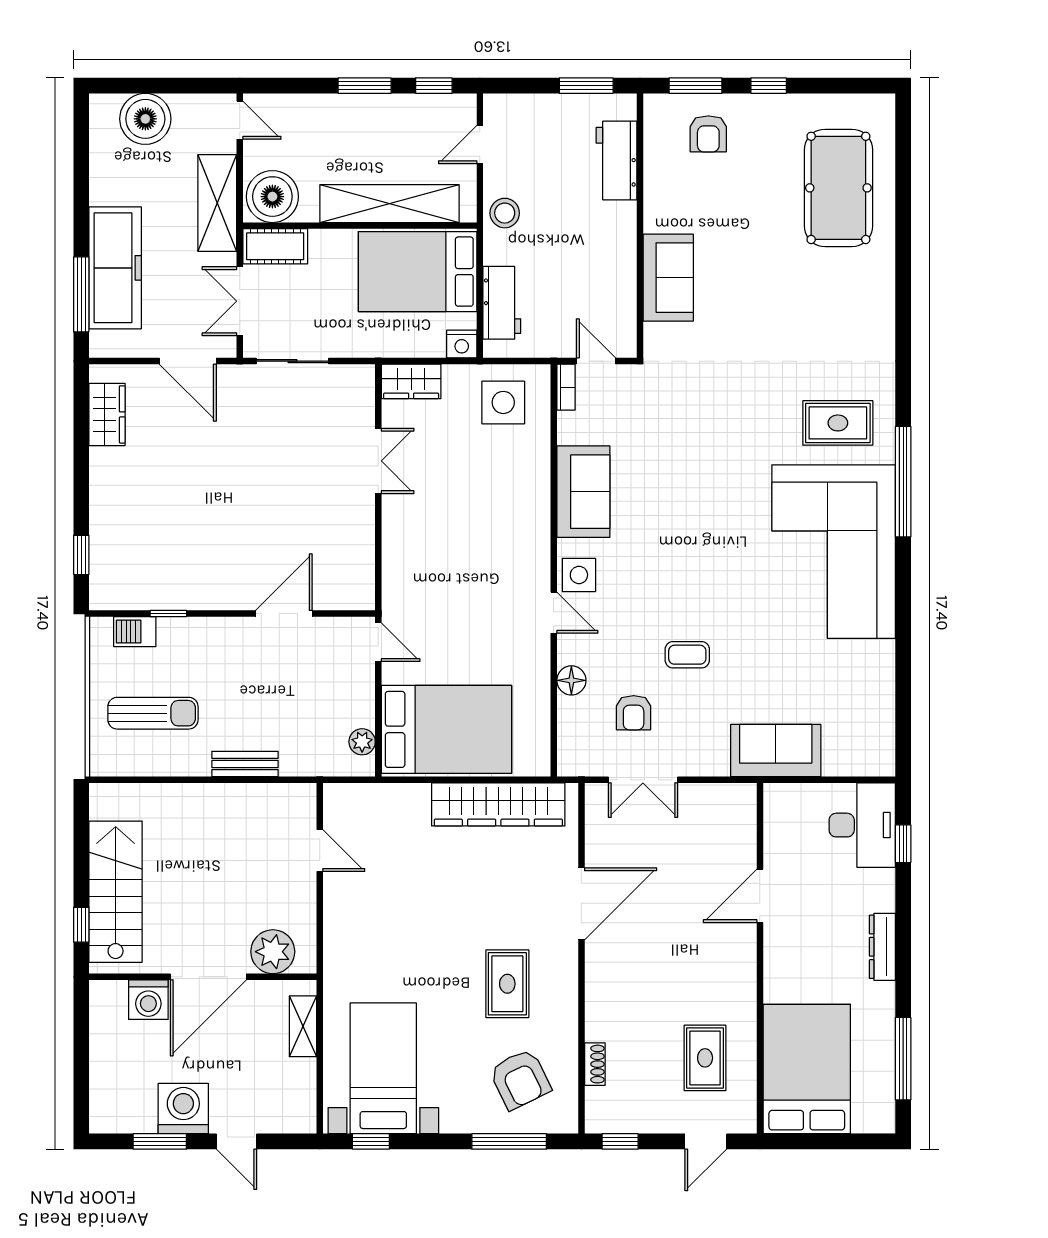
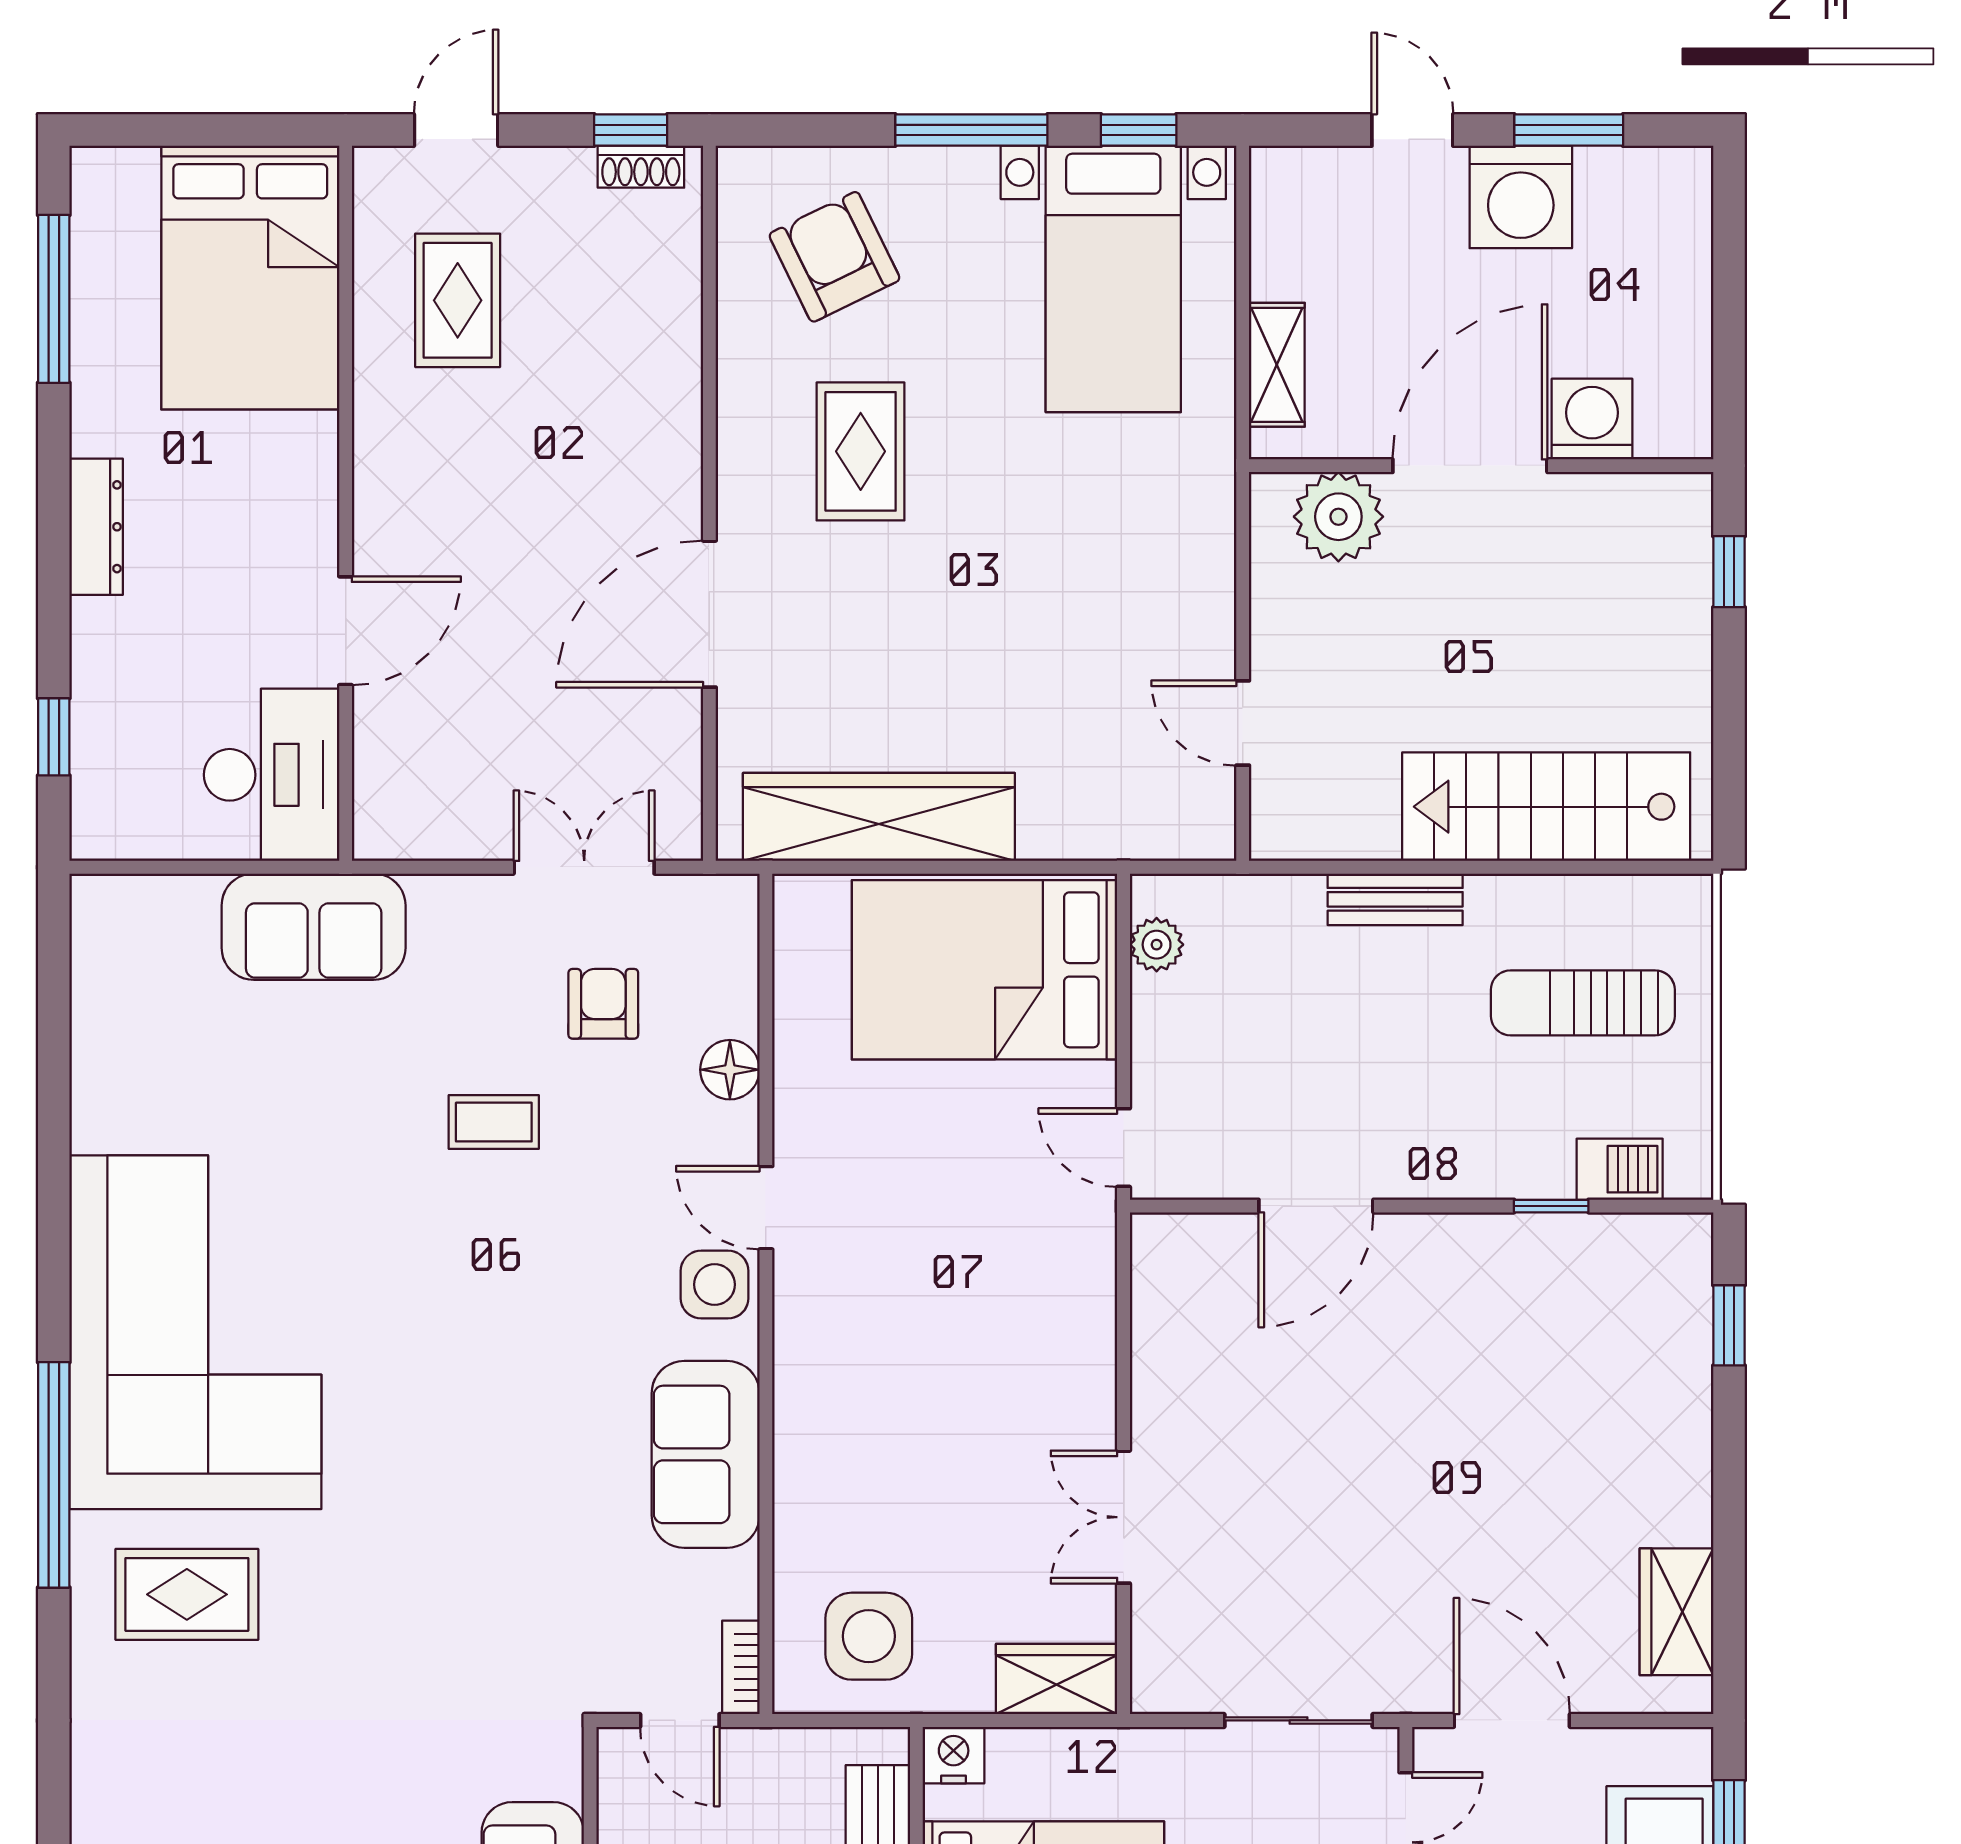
desk: (862, 825) -> (272, 775), moved, turned 180
stairs: (116, 892) -> (1546, 807), moved, turned 90
shoe rack: (595, 1064) -> (641, 167), moved, turned -90
window: (509, 1141) -> (971, 130), moved

